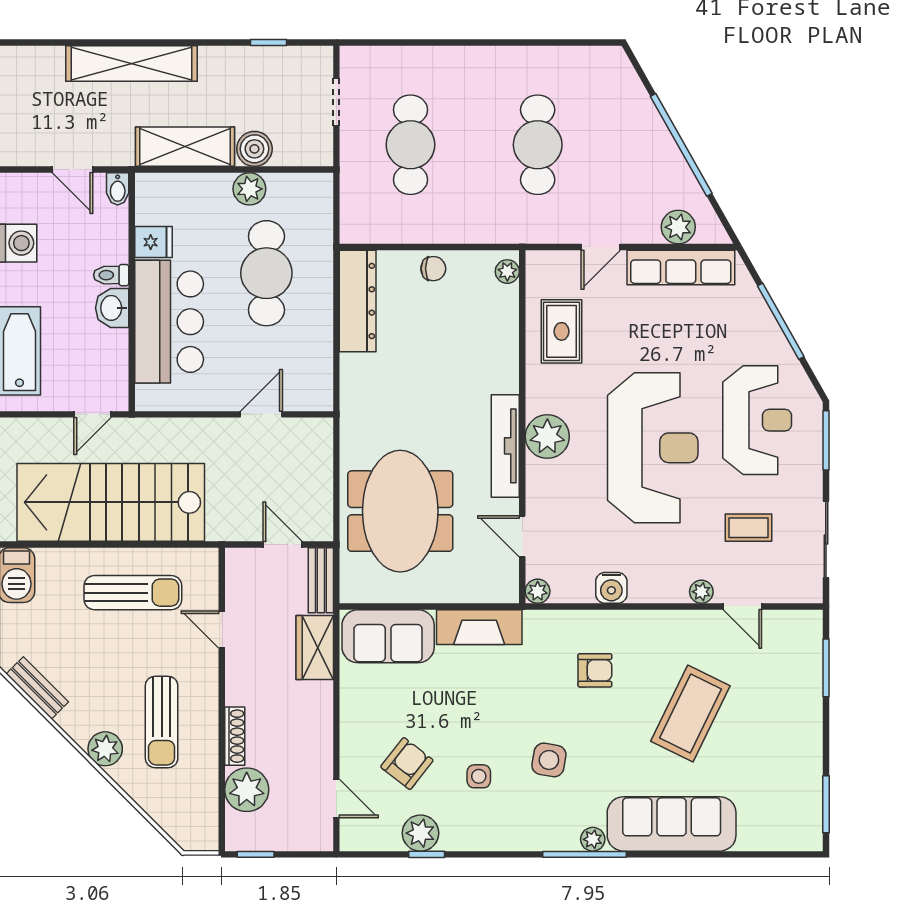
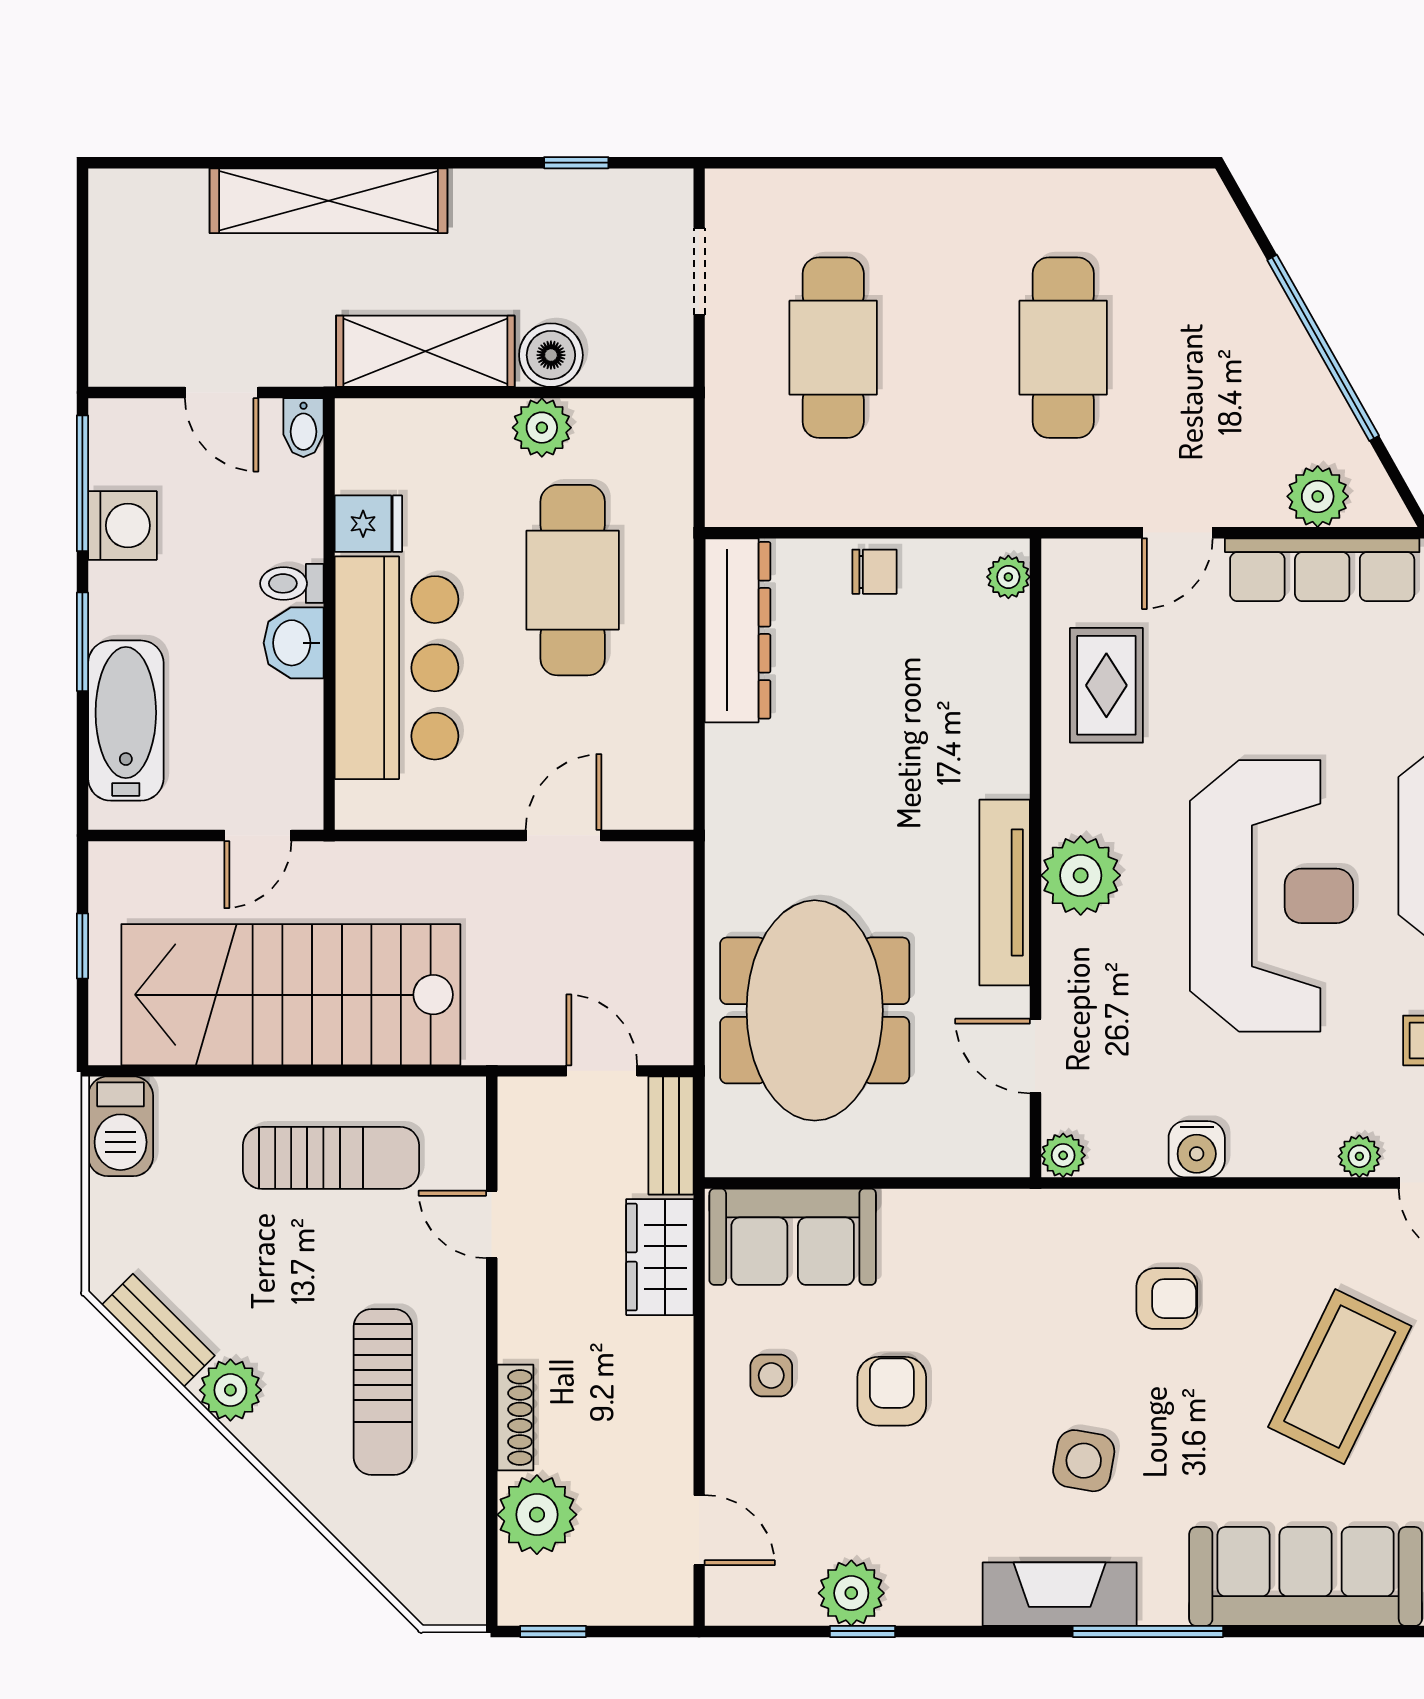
fireplace: (479, 627) -> (1060, 1594), moved, turned 180
plant: (105, 749) -> (230, 1390), moved
armchair: (407, 764) -> (892, 1391), moved, turned -38
side table: (479, 776) -> (771, 1375), moved
plant: (593, 839) -> (1163, 1604), removed

